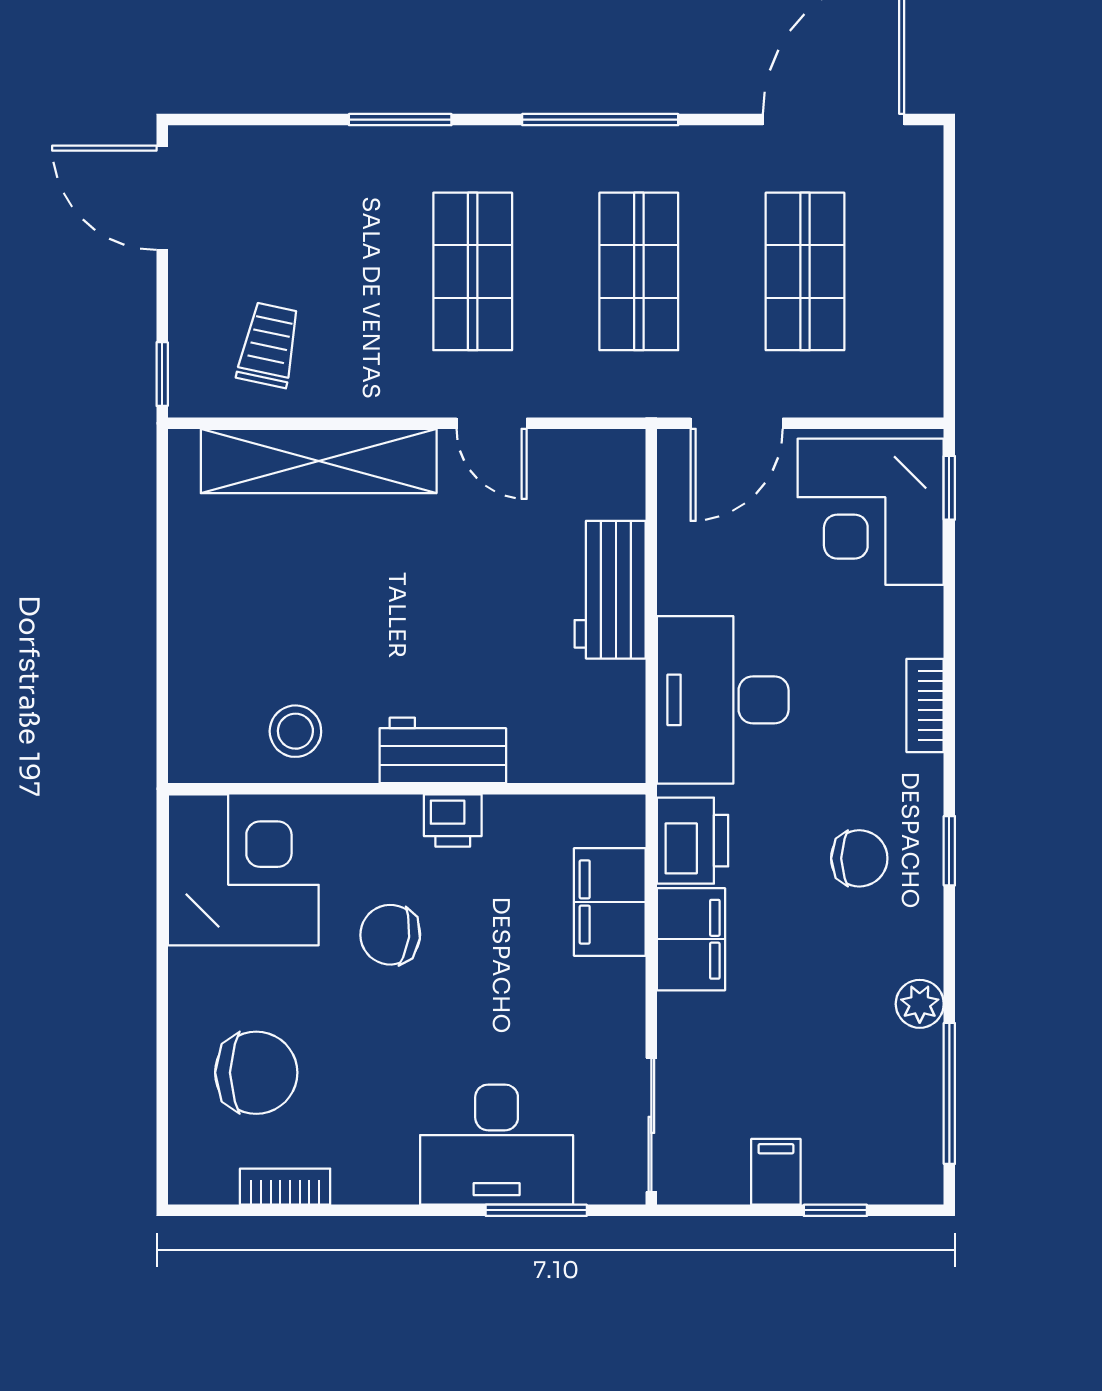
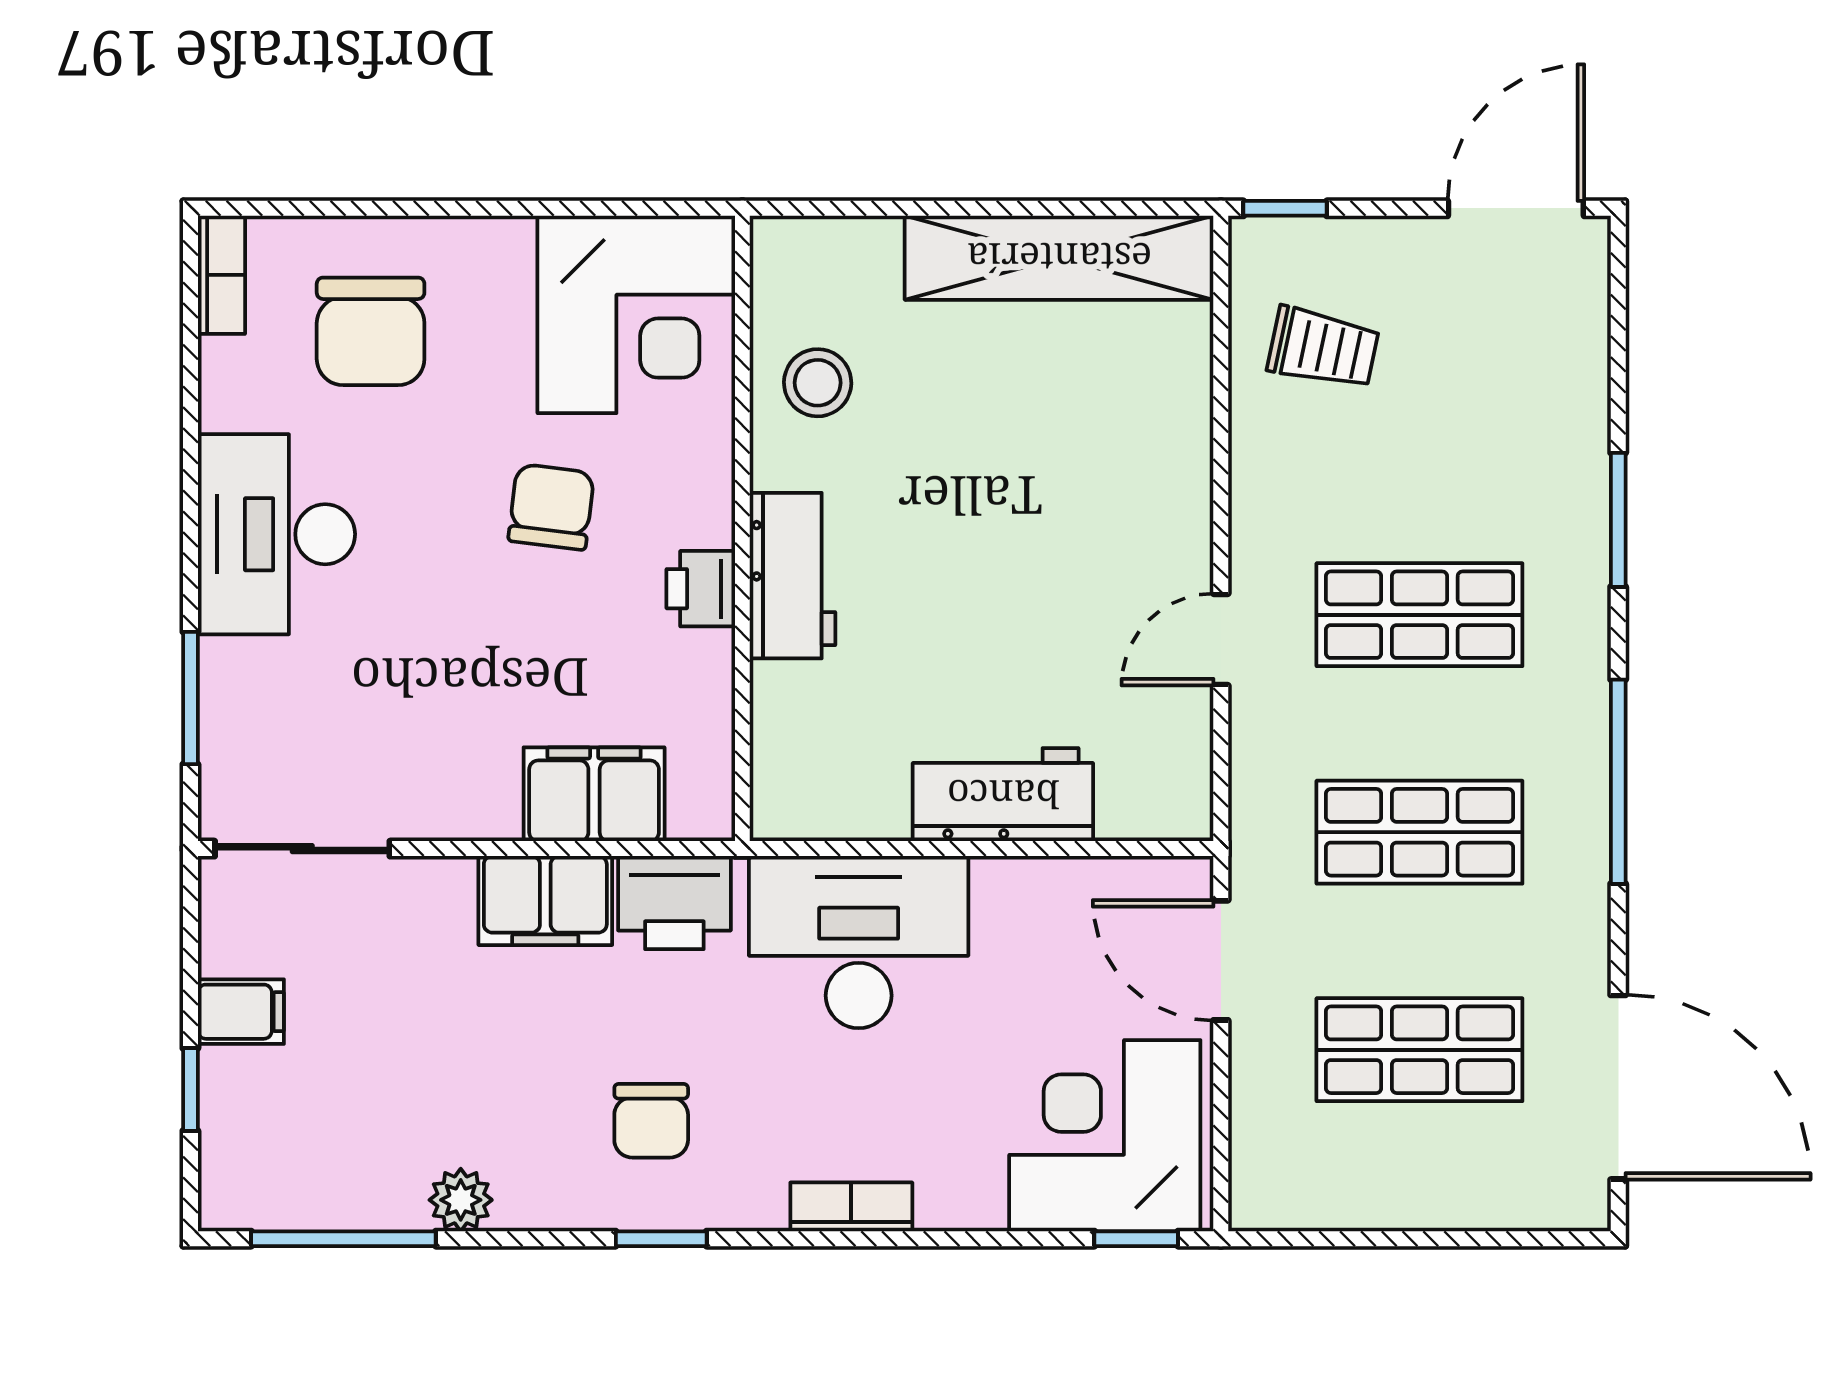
shelving: (319, 461) -> (1059, 258), moved, turned 90
desk: (497, 1145) -> (276, 534), moved
bookcase: (285, 1187) -> (221, 275), moved

